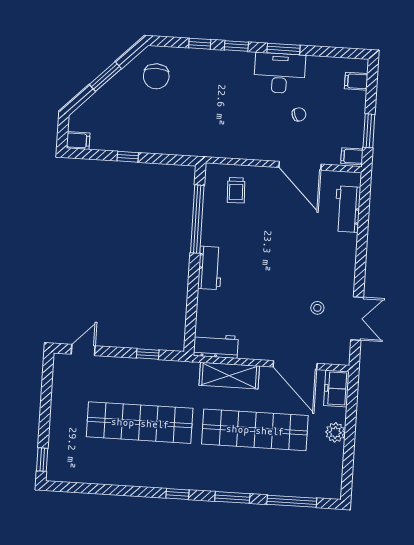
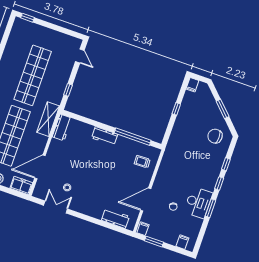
double door: (357, 318) -> (56, 207), swing flipped
shelving: (229, 376) -> (48, 119), moved

